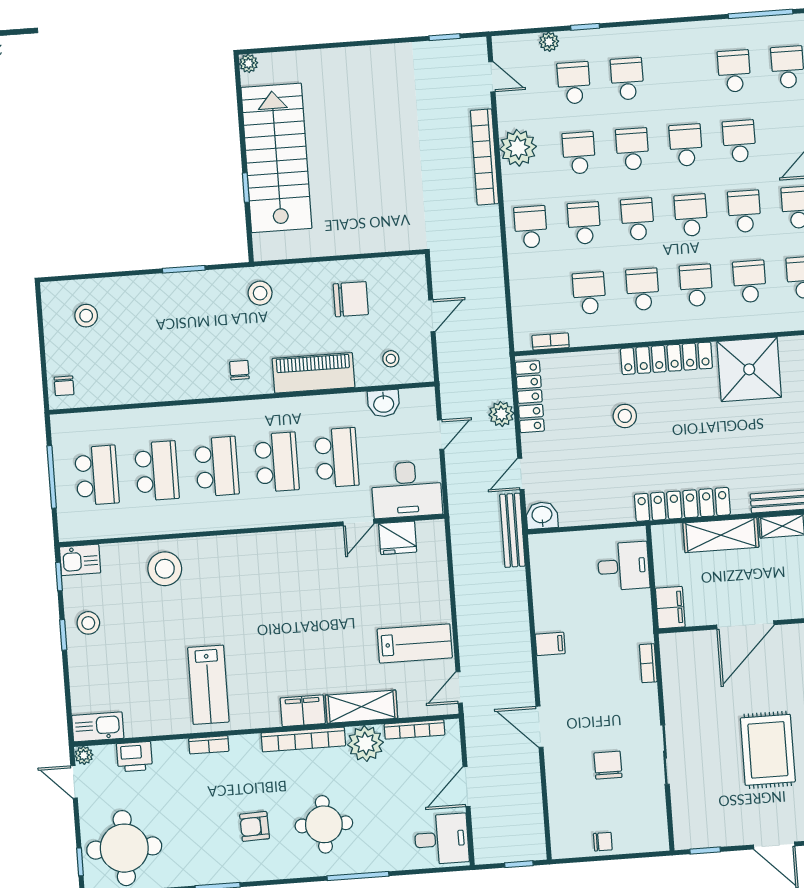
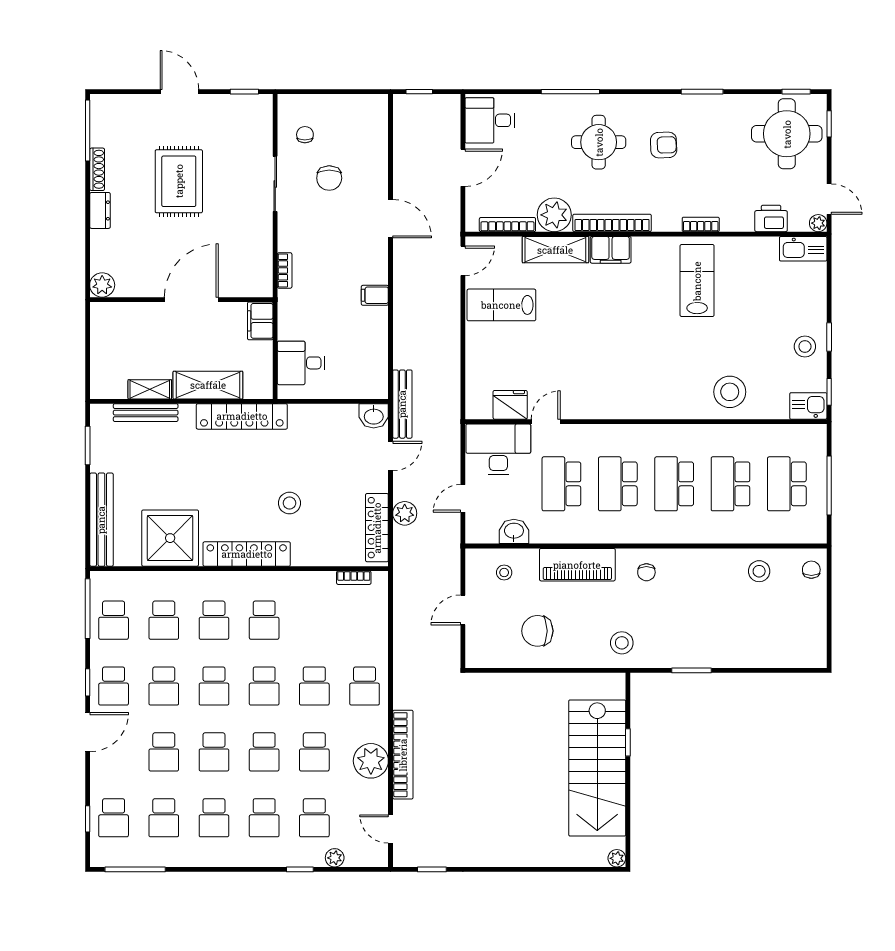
school desk: (589, 293) -> (214, 818), moved
stool: (86, 316) -> (759, 571), moved
chair: (603, 842) -> (305, 135), moved, turned 90

